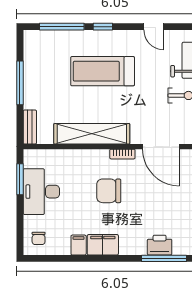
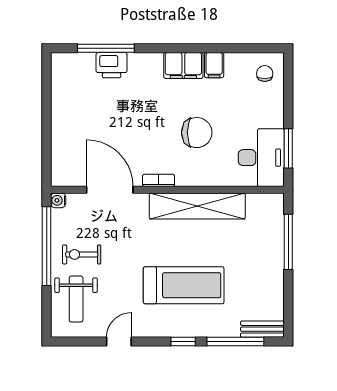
door: (154, 27) -> (119, 342), hinge flipped
window: (20, 83) -> (288, 242), moved
bench: (30, 127) -> (262, 329), moved, turned 90
chair: (109, 191) -> (197, 133), moved
desk: (41, 192) -> (261, 158), moved

